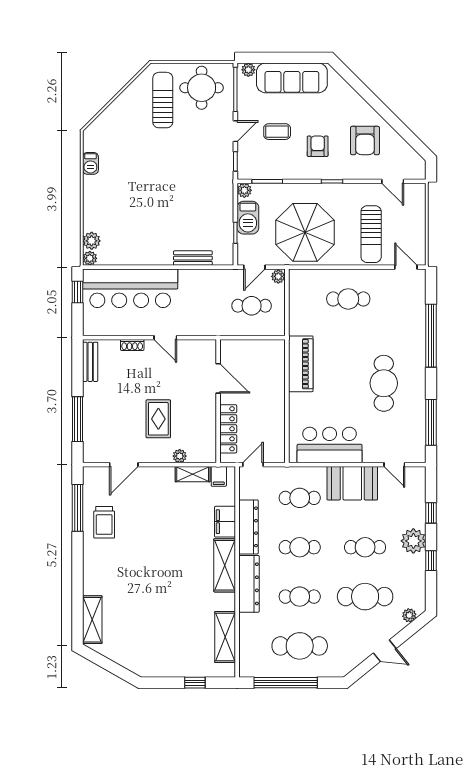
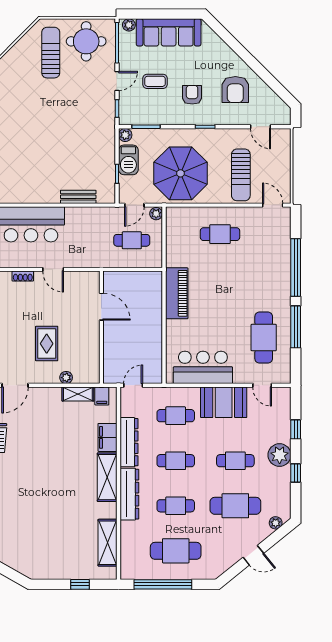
cafe table: (384, 383) -> (264, 338), moved
window: (431, 422) -> (296, 327), moved
locker: (228, 429) -> (110, 353), removed

